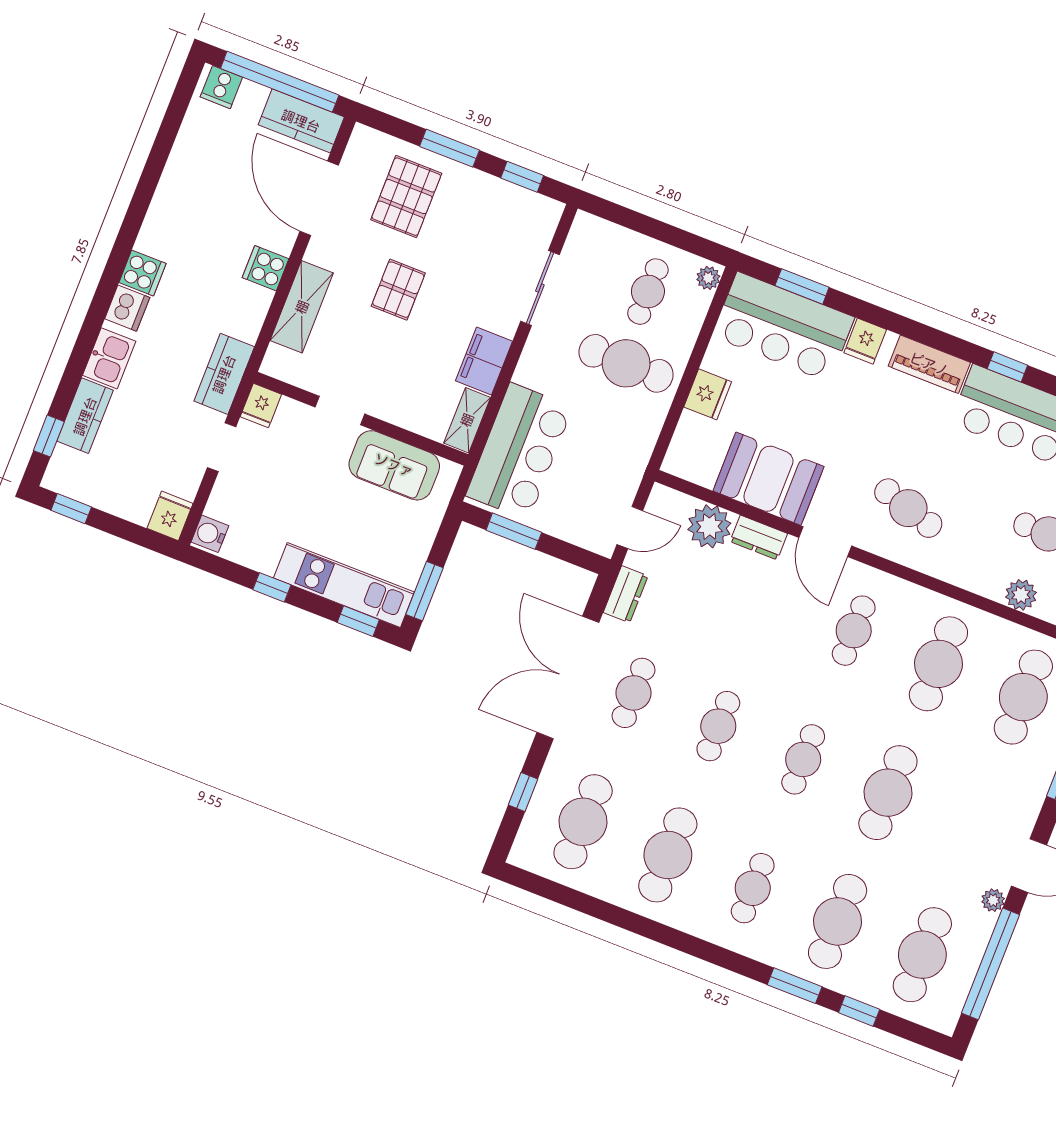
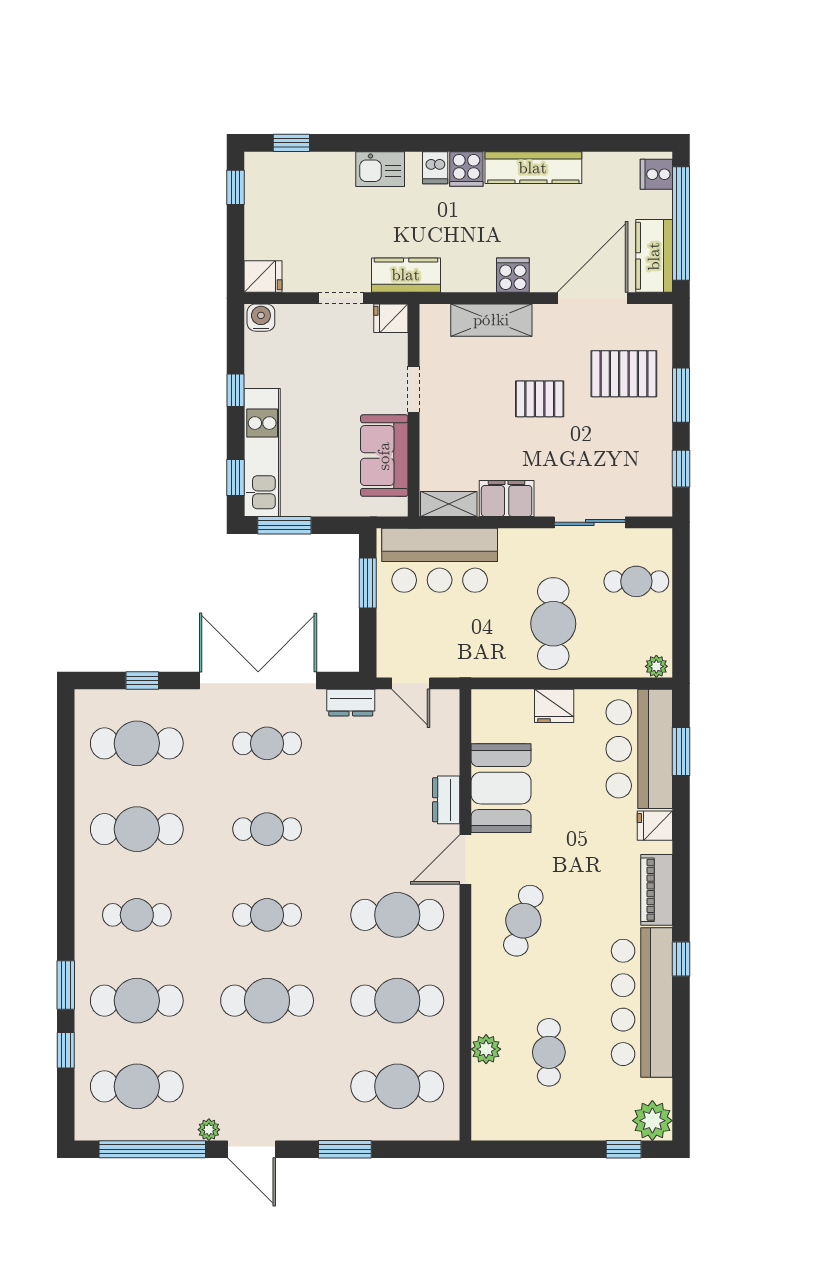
cafe table: (648, 292) -> (636, 581), moved
dishwasher: (127, 308) -> (435, 168), width x0.73
kitchen counter: (85, 416) -> (533, 168), moved, width x1.50
plant: (709, 526) -> (439, 753), removed
cafe table: (854, 631) -> (397, 915), width x1.37, depth x1.35

